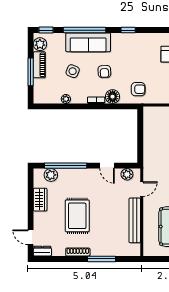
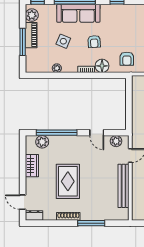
armchair: (138, 89) -> (127, 59), turned 90

